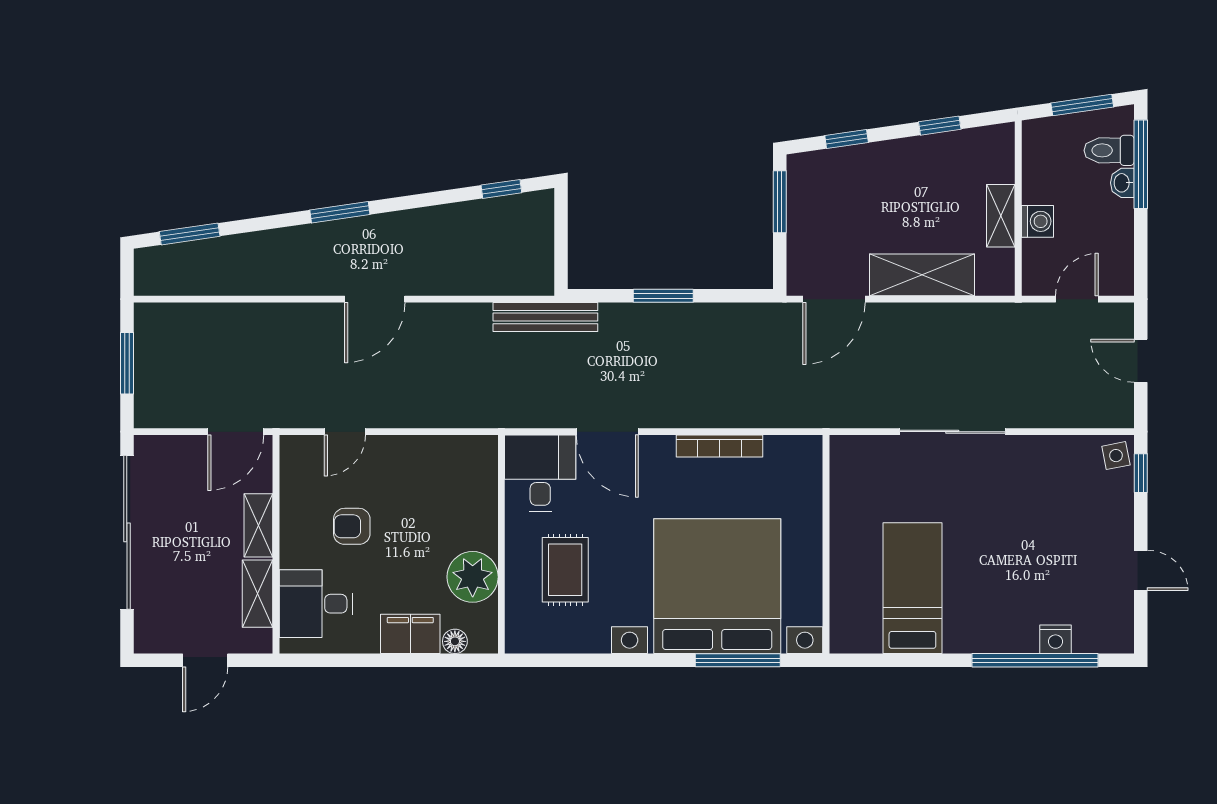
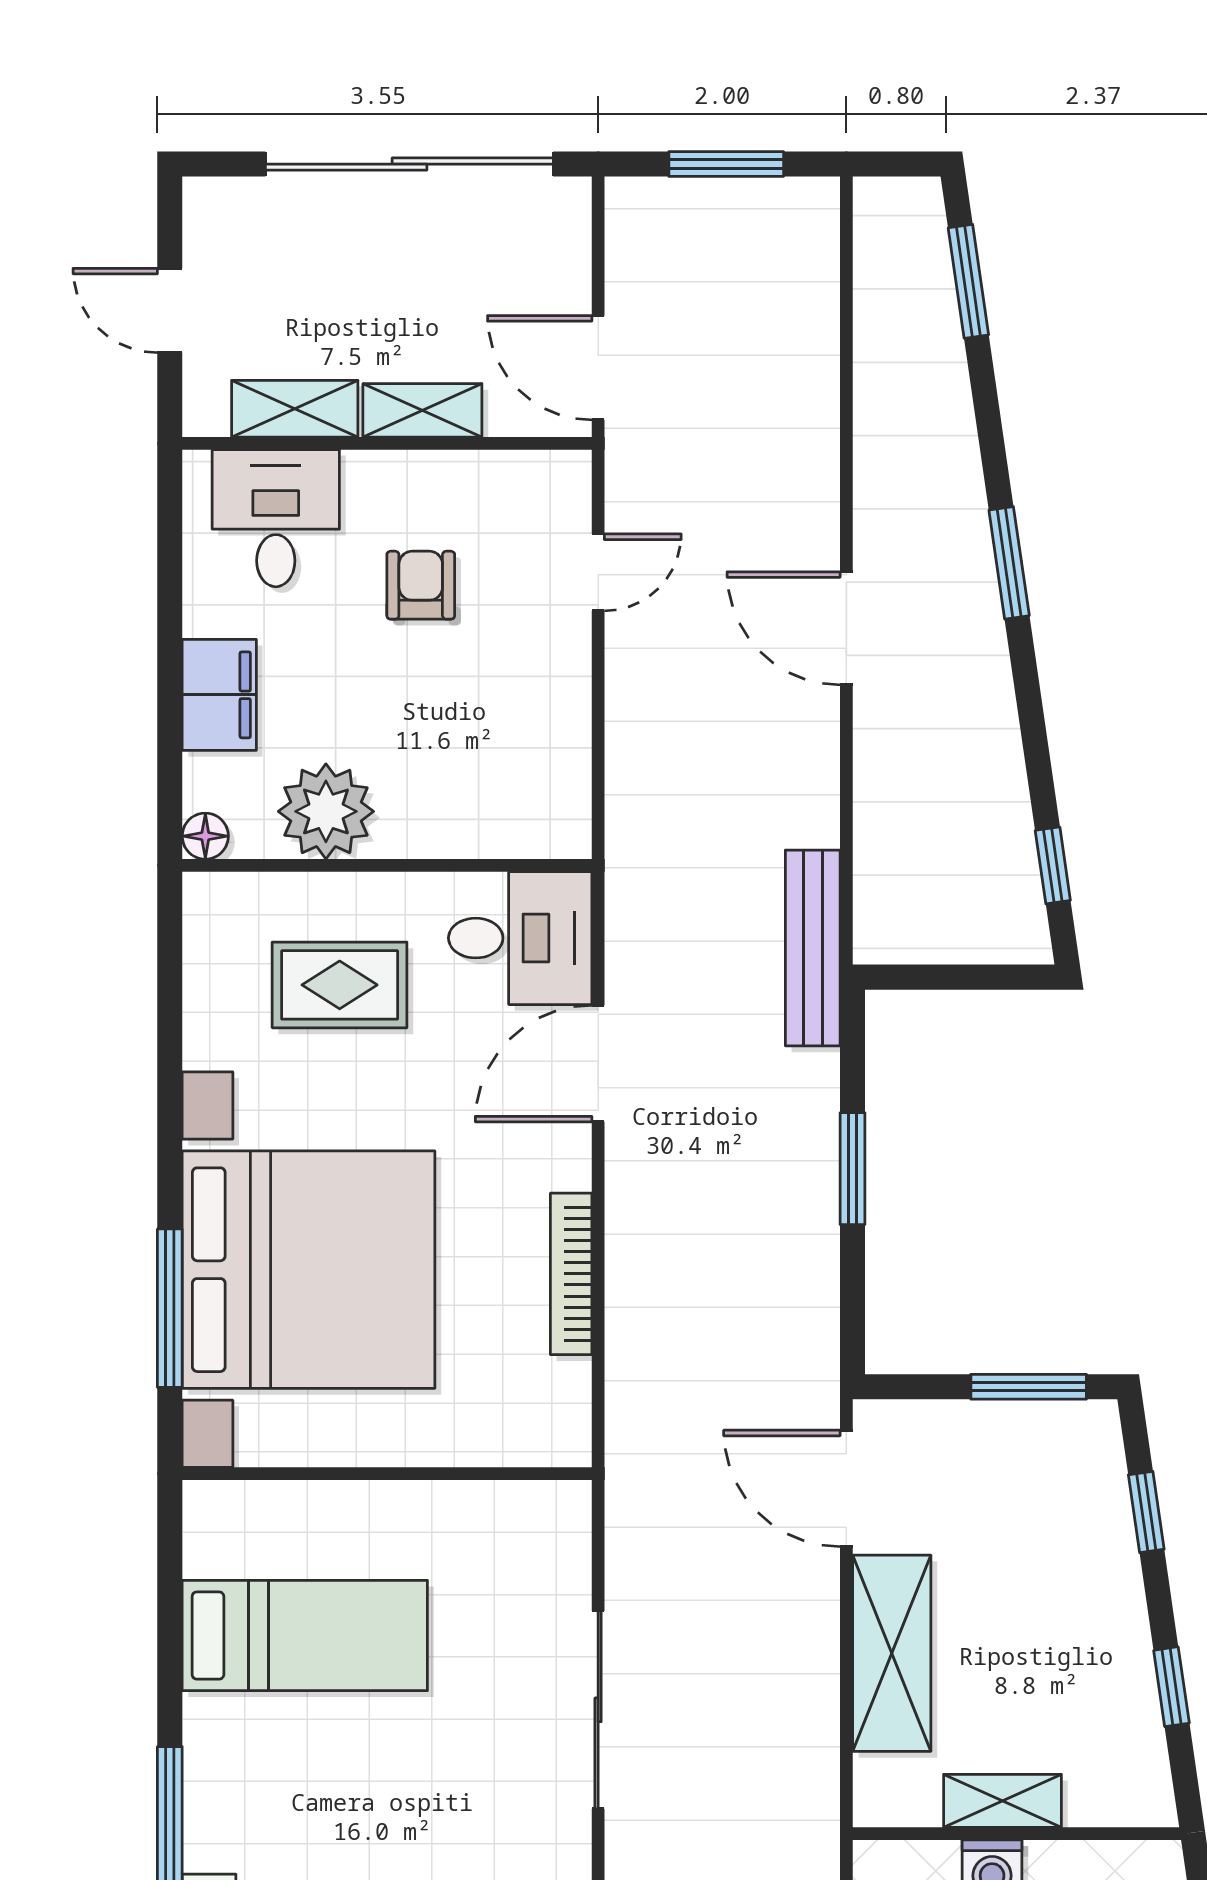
door: (345, 432) -> (598, 572), swing flipped
floor lamp: (455, 641) -> (205, 836), moved

